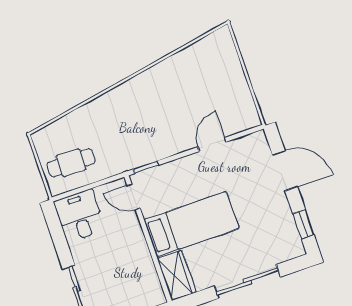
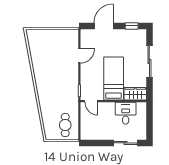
door: (212, 144) -> (79, 56), swing flipped
door: (134, 197) -> (91, 101), hinge flipped
desk: (80, 216) -> (126, 113), moved, turned 90

